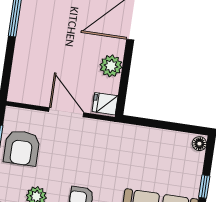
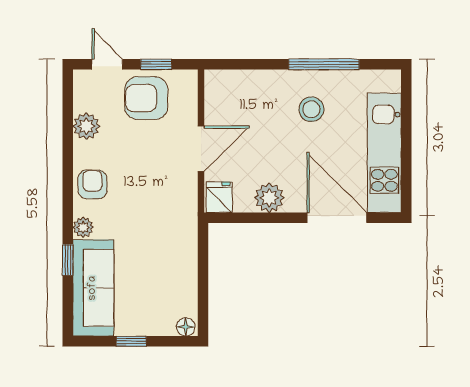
stool: (49, 24) -> (311, 109), added

